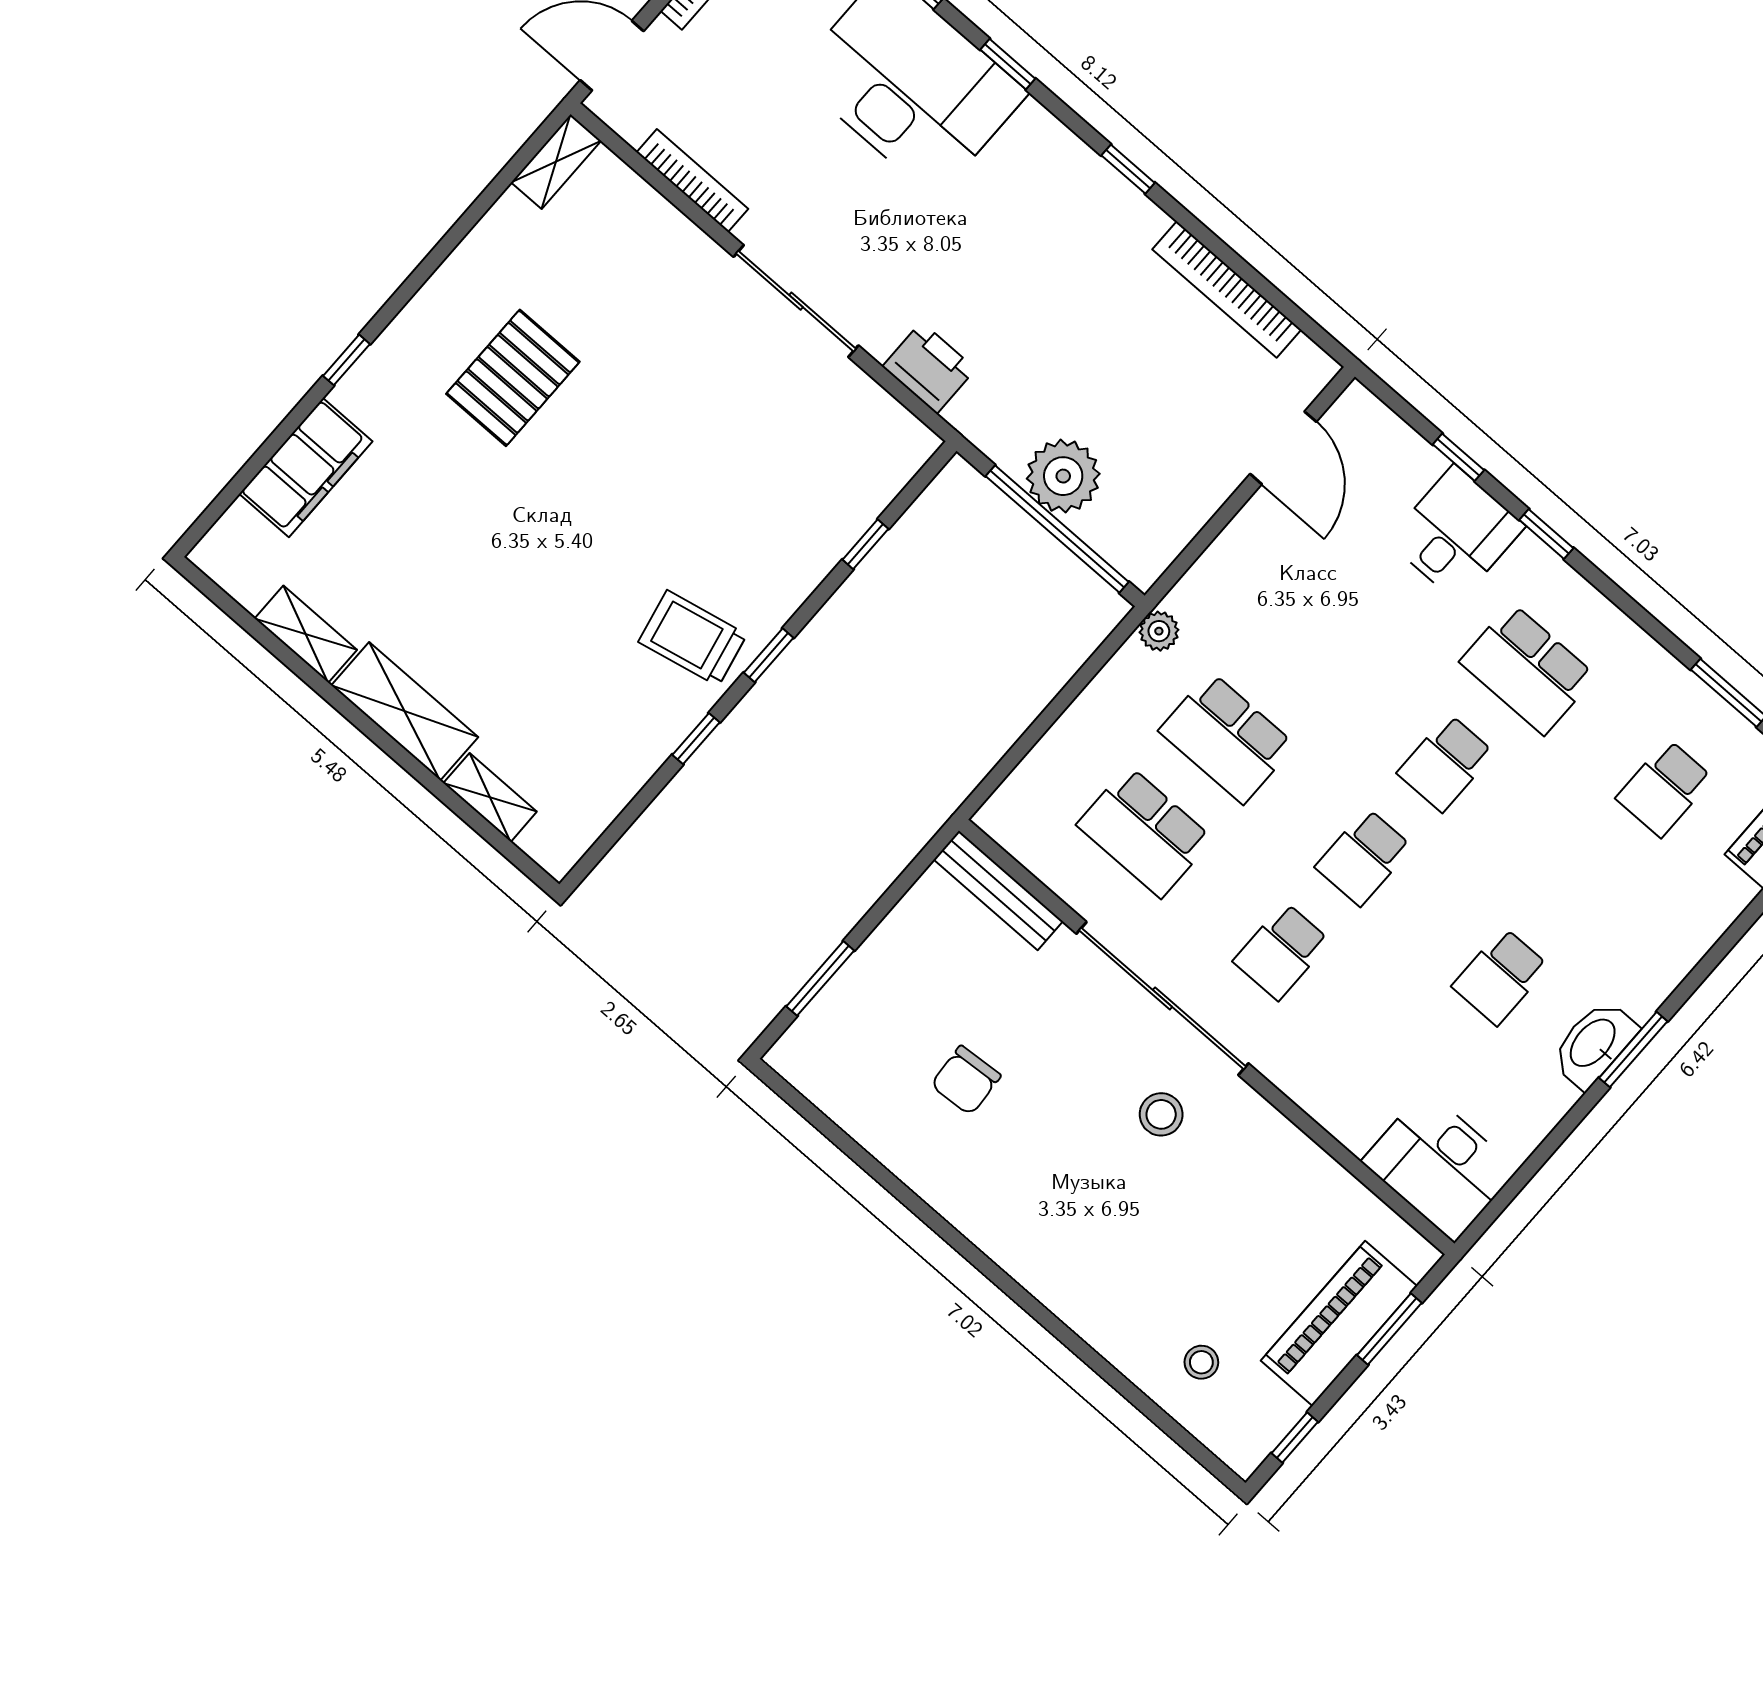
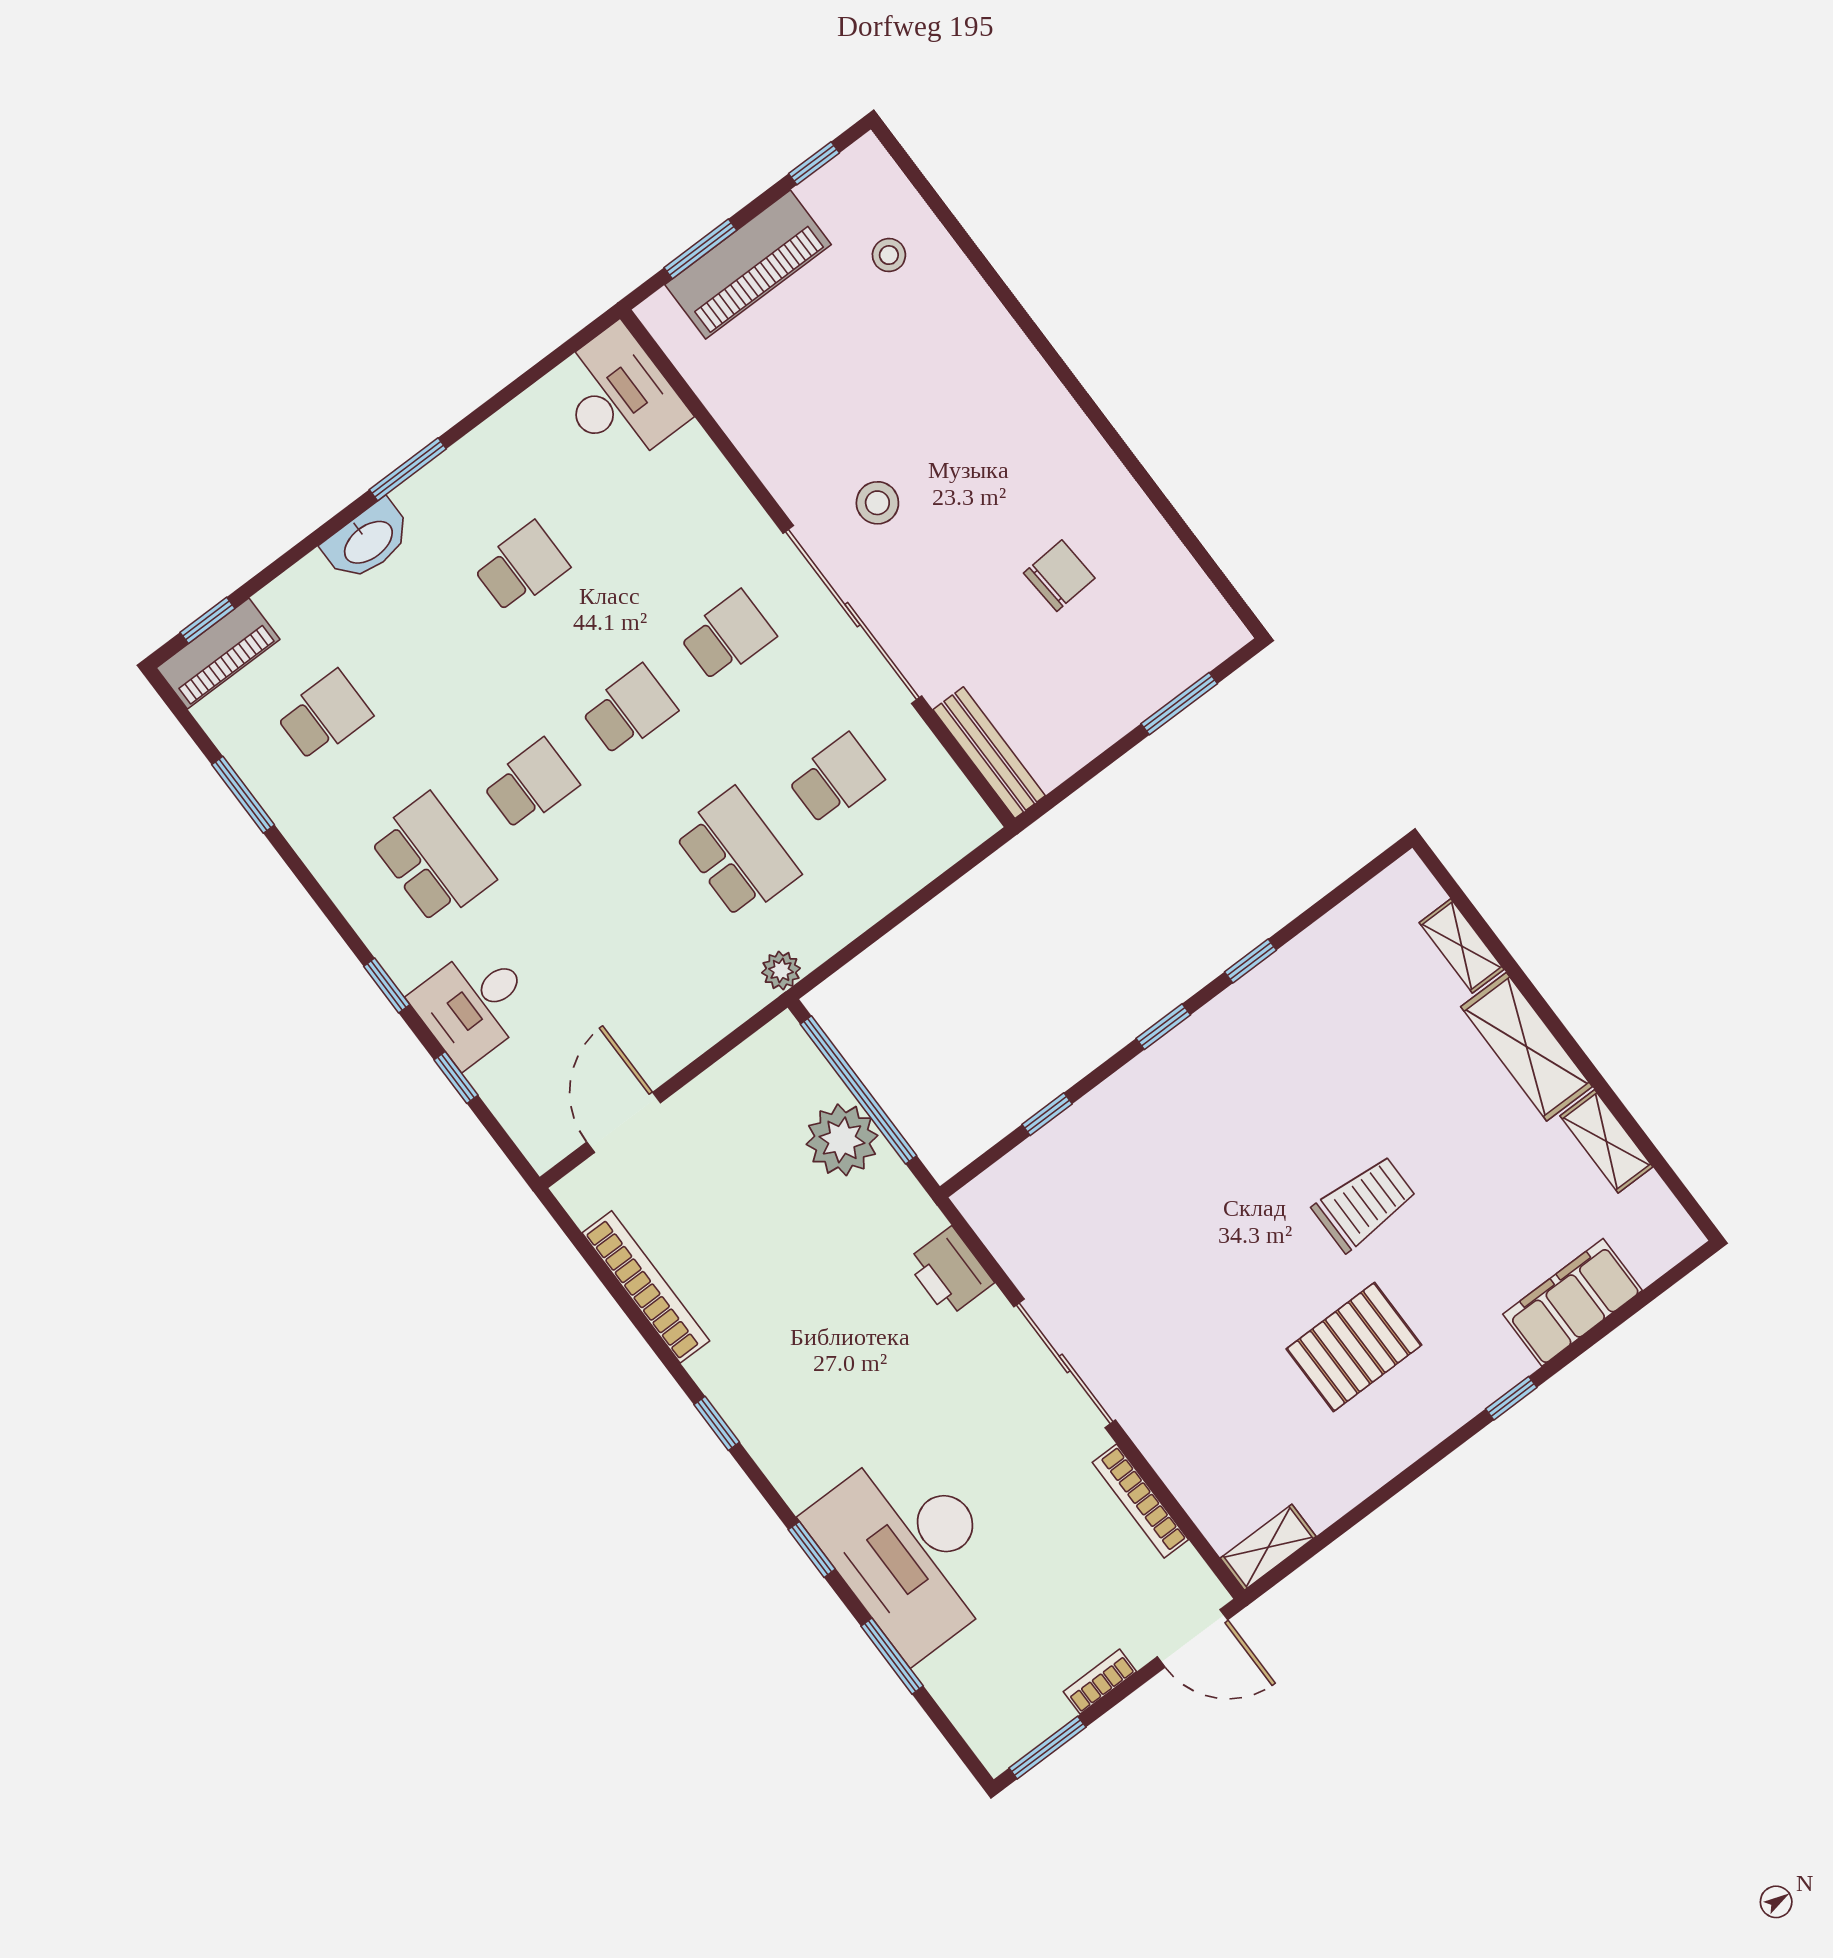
trolley: (693, 638) -> (1364, 1203), moved, turned -78
school desk: (1145, 832) -> (836, 779), width x0.54
washbasin: (1594, 1044) -> (367, 541), moved

